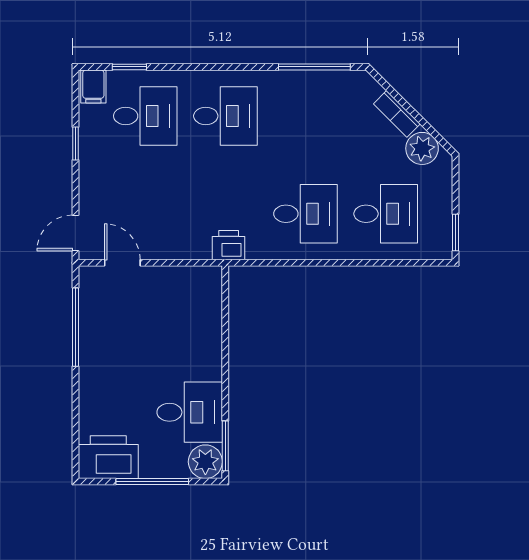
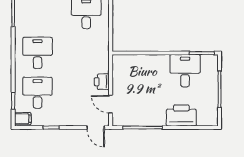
printer: (229, 245) -> (102, 82), moved
door: (122, 263) -> (111, 104), hinge flipped
printer: (108, 457) -> (181, 115), moved, turned 90
plant: (205, 462) -> (210, 63), removed

